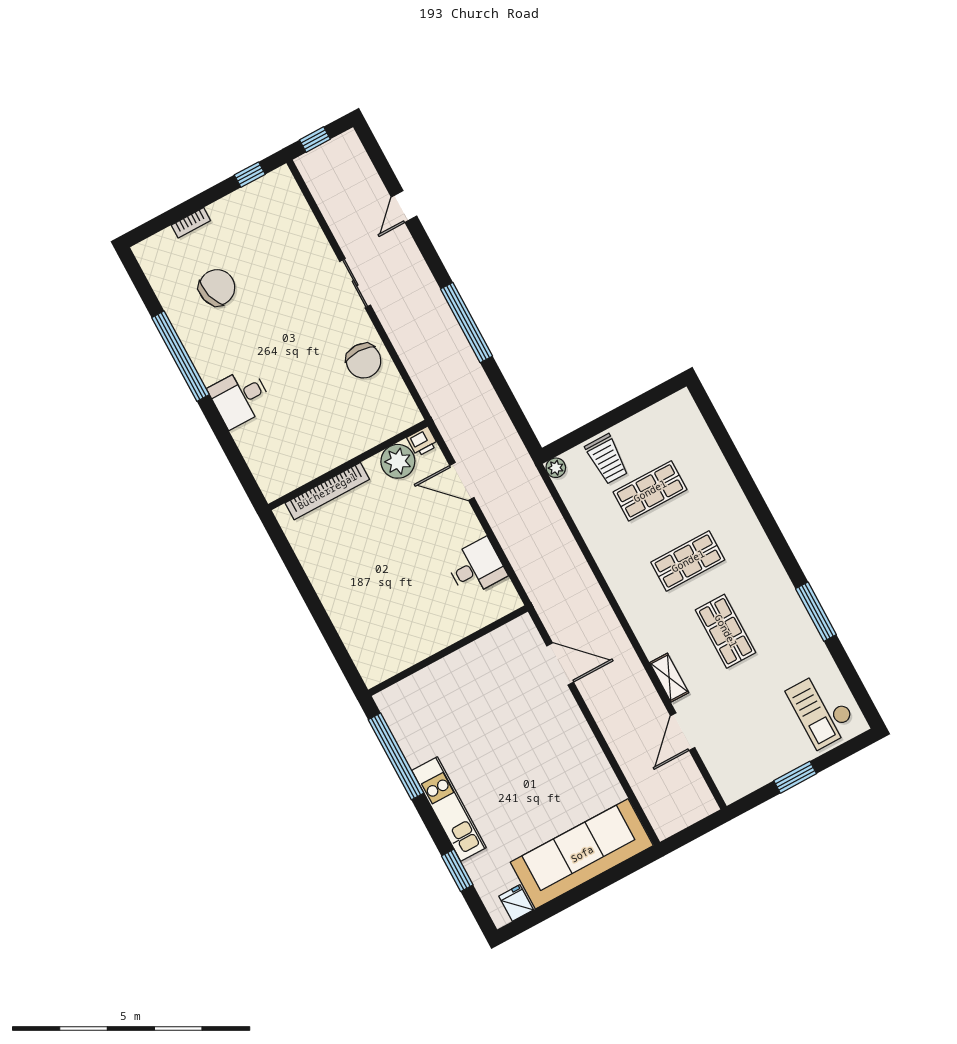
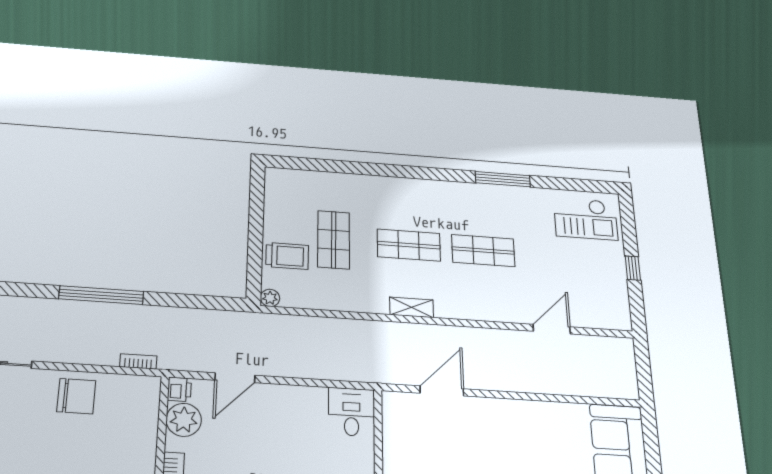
bookcase: (426, 392) -> (138, 361), added
shop shelf: (688, 561) -> (409, 245), turned 90
desk: (476, 567) -> (351, 412), moved
shelving: (669, 678) -> (411, 307), moved
door: (683, 732) -> (552, 329), swing flipped
window: (795, 777) -> (633, 268), width x0.67

